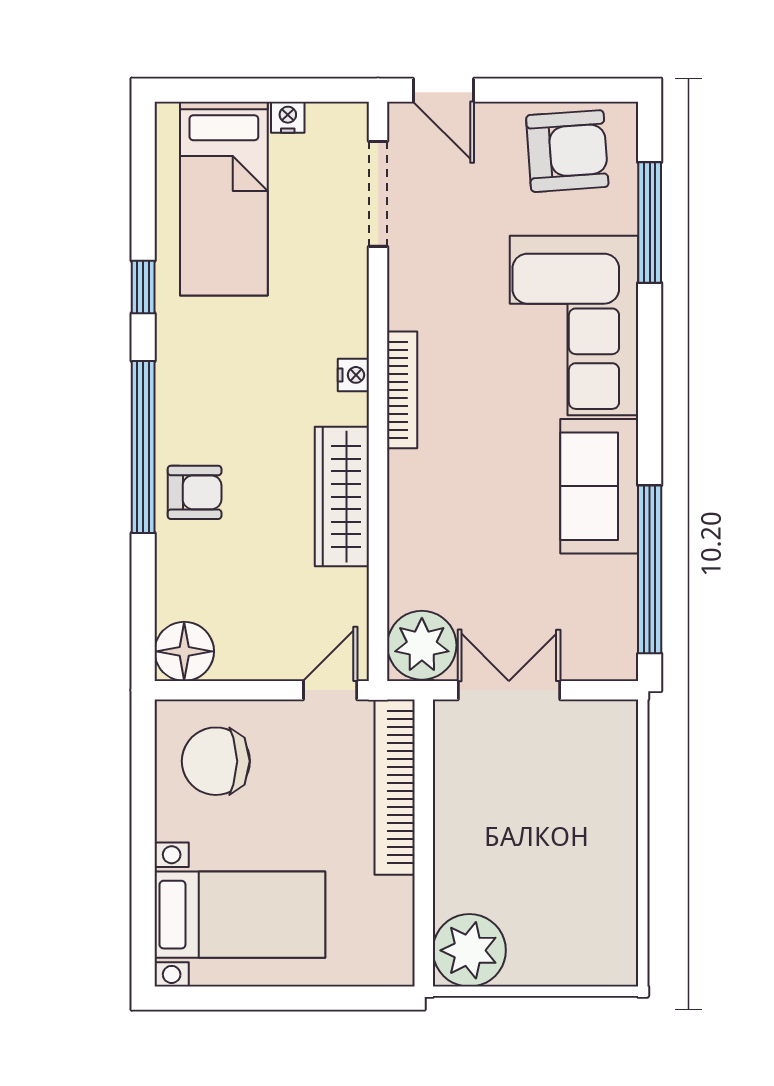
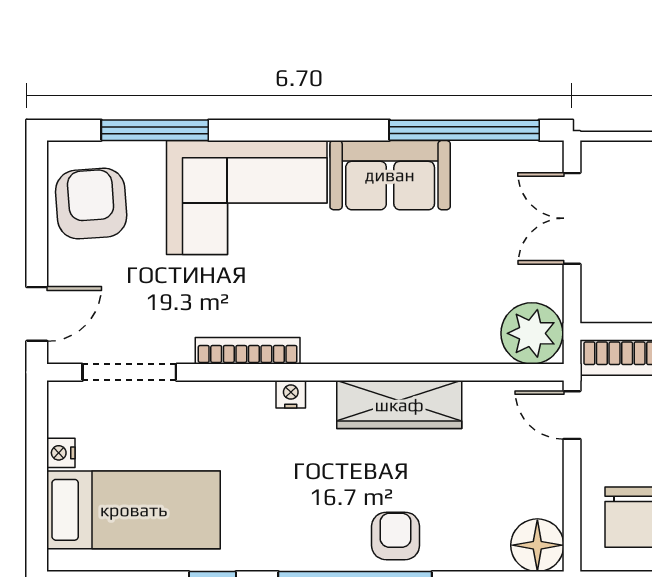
bookcase: (402, 390) -> (248, 351), moved
double door: (509, 690) -> (572, 218), moved

